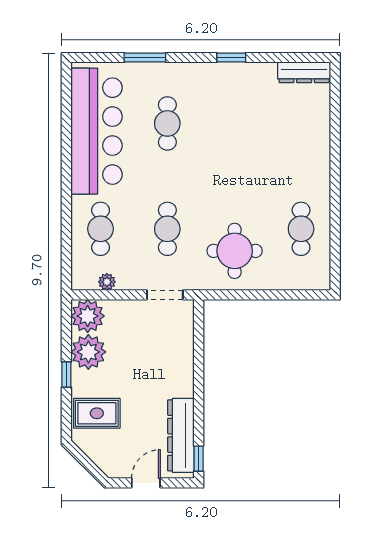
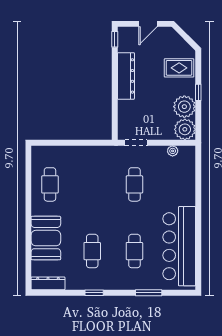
booth: (307, 144) -> (46, 238), added
cafe table: (101, 229) -> (92, 251), moved
round table: (235, 251) -> (92, 171), removed
dresser: (181, 435) -> (126, 76), moved

